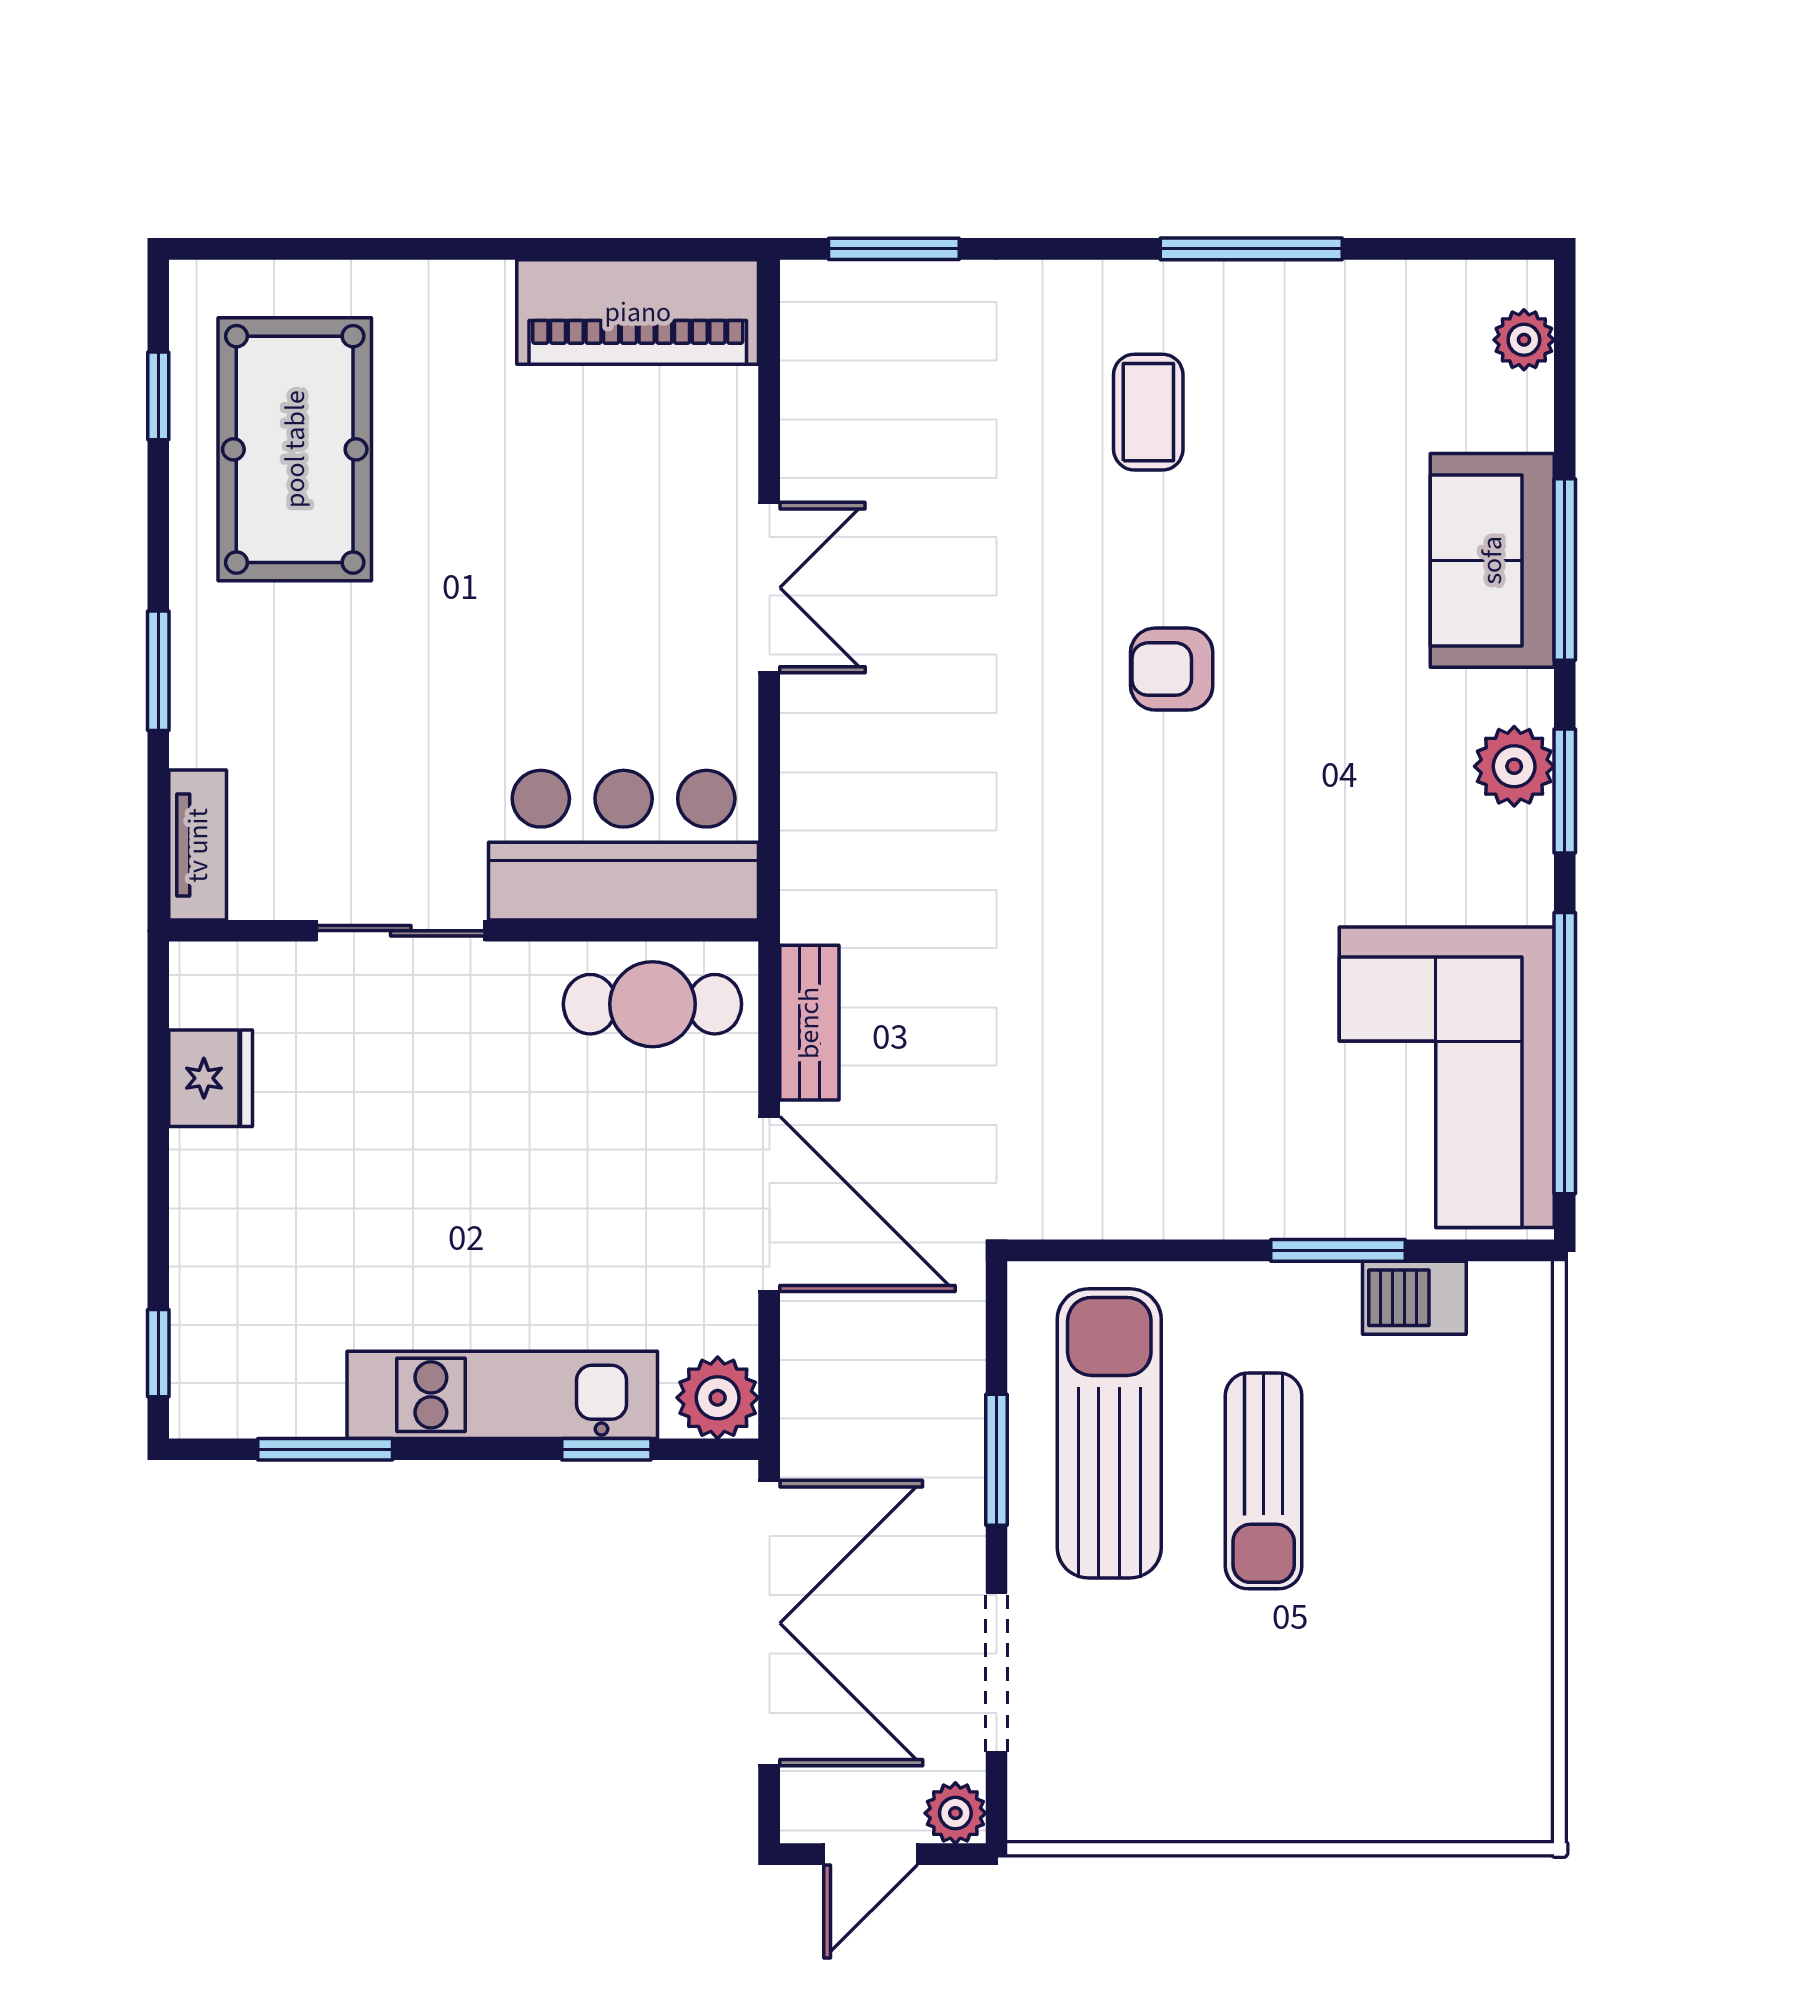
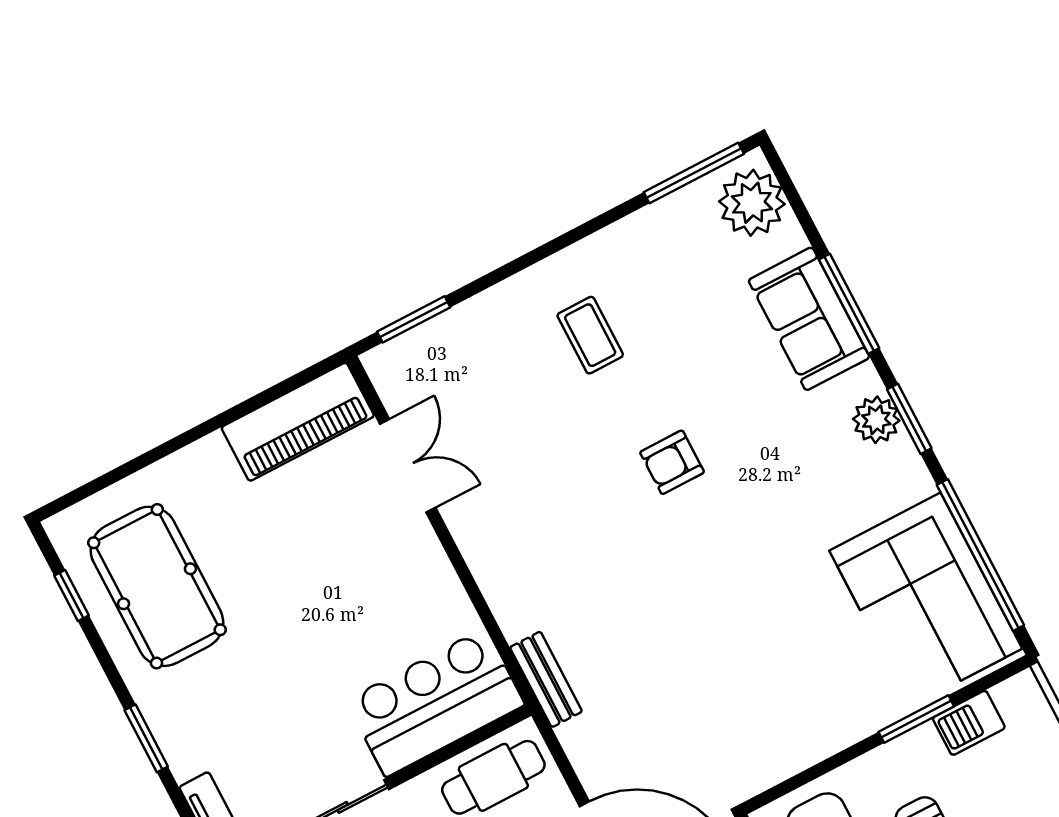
window: (1251, 249) -> (694, 173), moved
plant: (1524, 340) -> (752, 203), width x1.88, depth x1.88
double door: (769, 588) -> (408, 466), moved
bench: (809, 1023) -> (546, 679), moved

